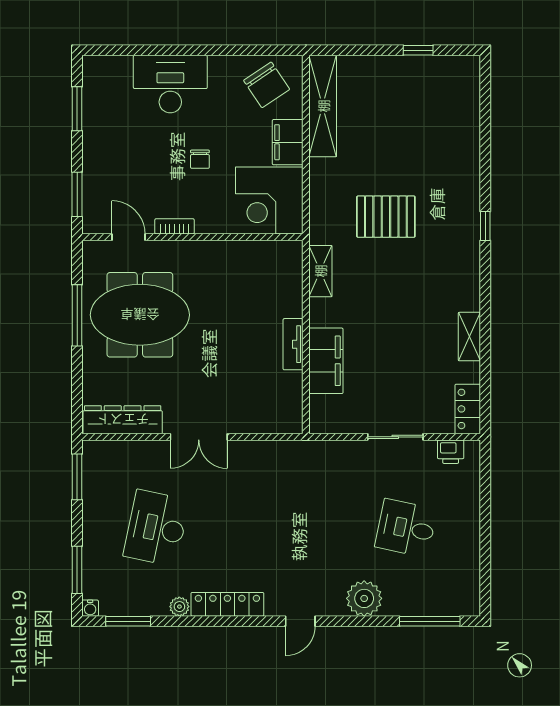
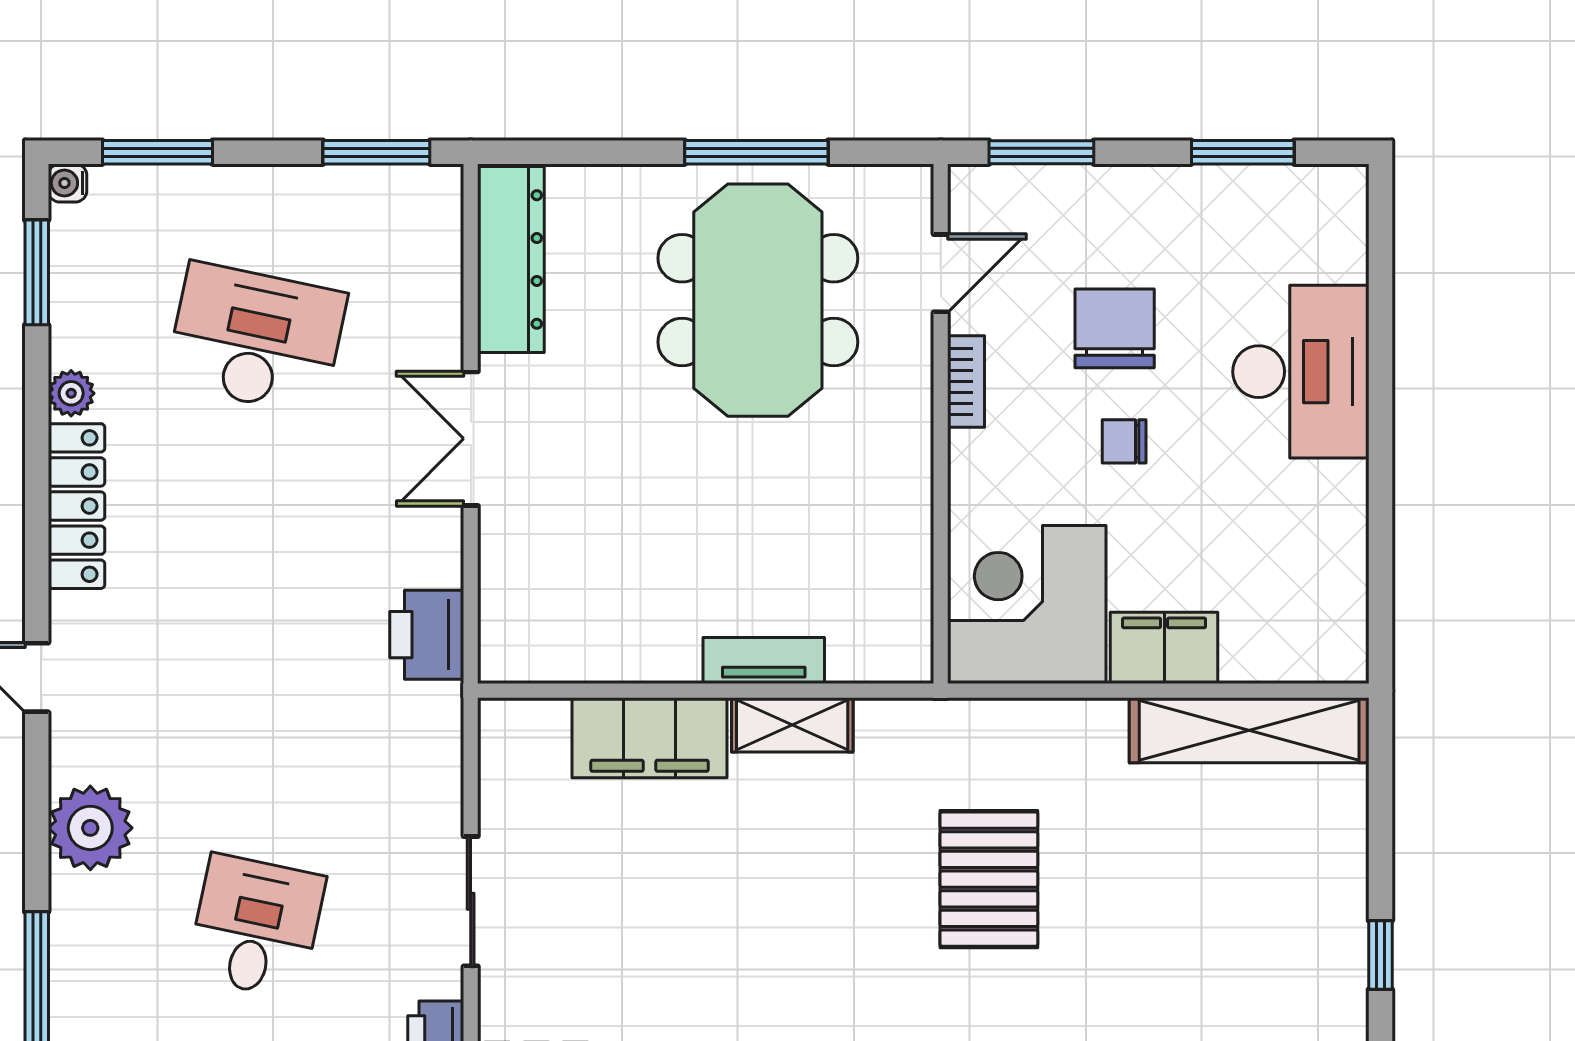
chair: (267, 85) -> (1115, 328), moved, turned 124
shelving: (320, 271) -> (792, 725), moved
tv unit: (293, 344) -> (764, 661), moved
printer: (282, 455) -> (427, 635), added

